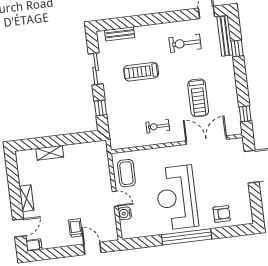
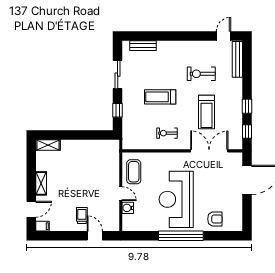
exercise bike: (185, 43) -> (201, 74), moved
window: (237, 48) -> (247, 106), moved
treadmill: (141, 72) -> (160, 97), moved
shelving: (50, 153) -> (48, 145), moved

